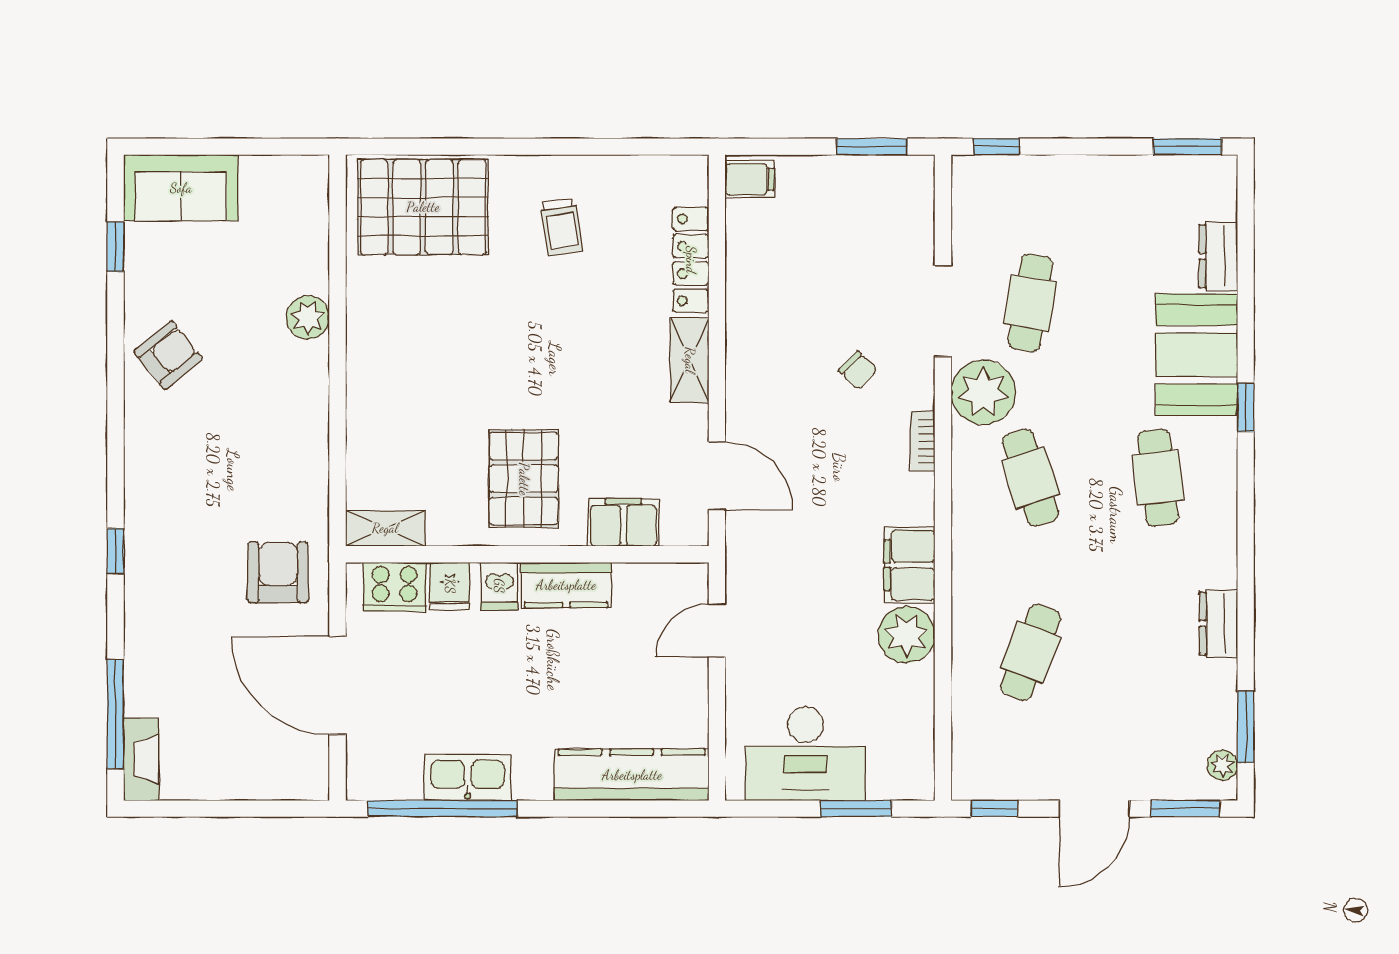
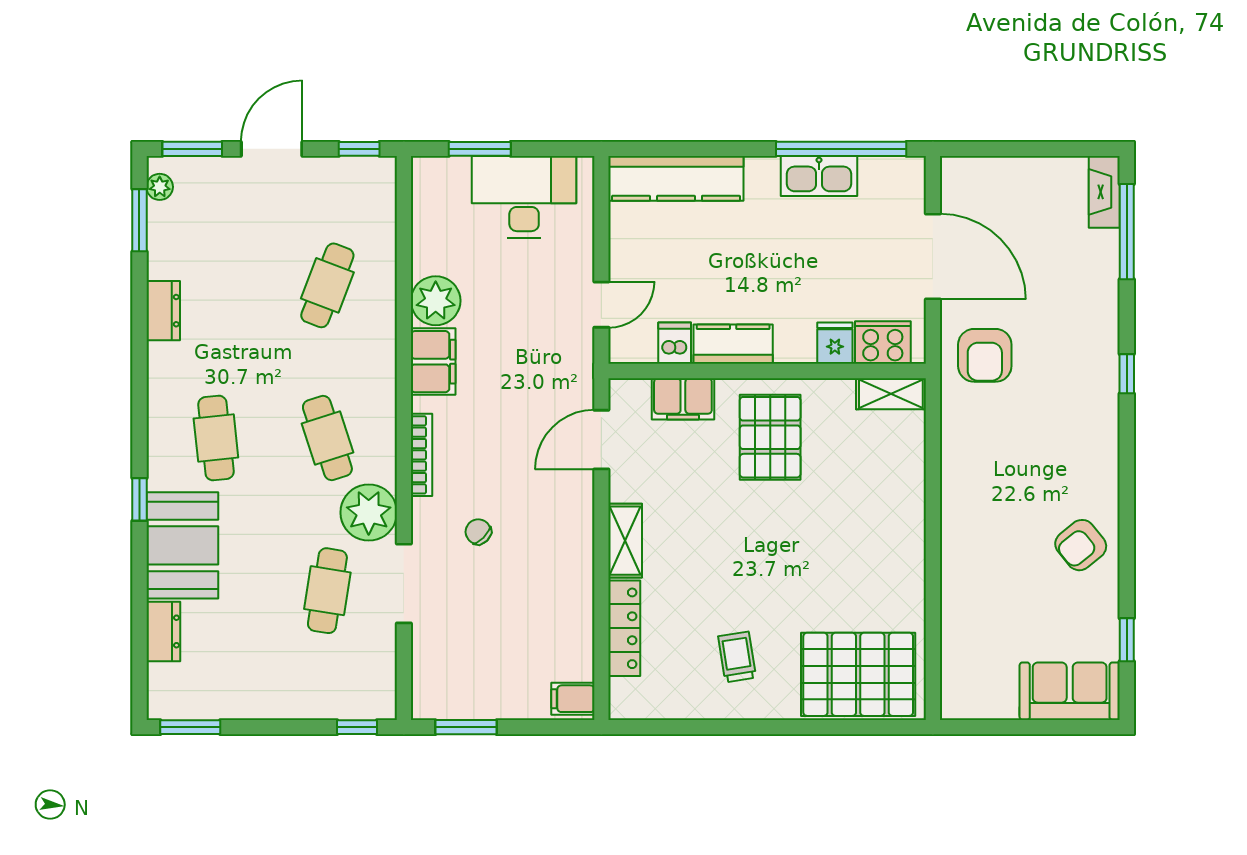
plant: (308, 317) -> (959, 578), removed
bookcase: (923, 441) -> (422, 455), width x1.56
door: (717, 476) -> (601, 440), hinge flipped
dishwasher: (499, 586) -> (675, 343), moved

